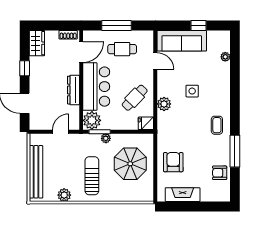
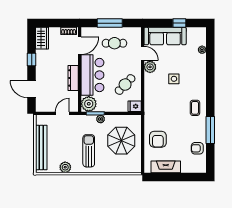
plant: (164, 104) -> (150, 67), moved
armchair: (173, 162) -> (158, 139), turned 180

